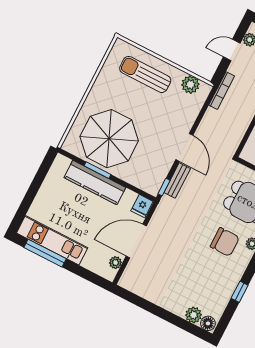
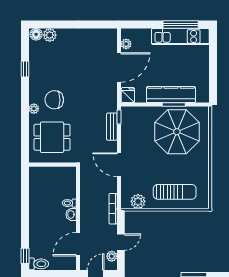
door: (184, 147) -> (119, 165), moved

